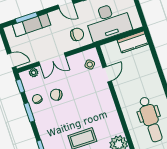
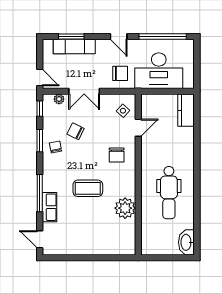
kitchen counter: (133, 42) -> (186, 110), moved, turned 90
chair: (37, 99) -> (55, 147), moved
chair: (97, 103) -> (117, 155), added

